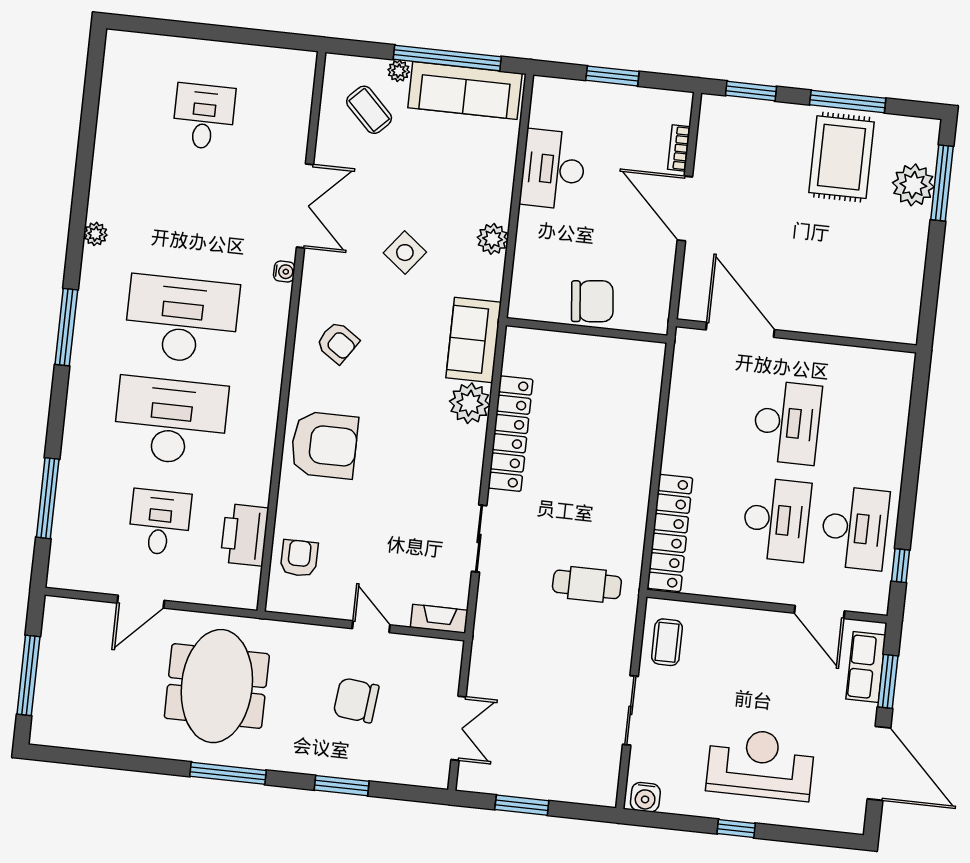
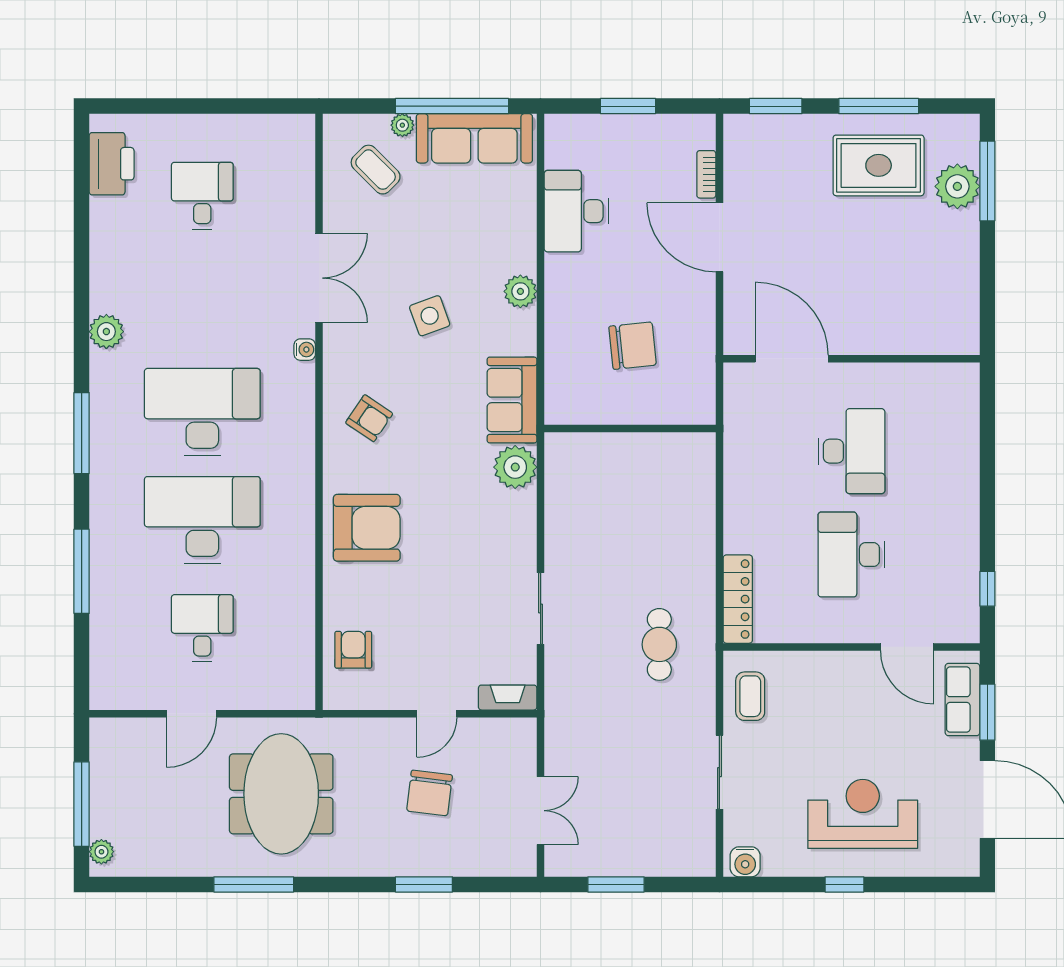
rug: (842, 157) -> (879, 165), turned 90
plant: (95, 234) -> (106, 332), width x1.38, depth x1.38
side table: (405, 253) -> (430, 316), turned 32
wall: (587, 330) -> (630, 429), moved
locker: (510, 434) -> (562, 494), removed
window: (48, 498) -> (82, 571), moved
desk: (776, 520) -> (851, 555), turned 180
desk: (855, 528) -> (935, 555), removed
locker: (670, 533) -> (738, 599), width x0.71, depth x0.83
printer: (244, 535) -> (112, 164), moved, turned 180
cafe table: (587, 584) -> (659, 644), turned 90
door: (371, 627) -> (437, 714), swing flipped
chair: (356, 700) -> (430, 793), turned -89
plant: (42, 722) -> (101, 852), added
window: (228, 773) -> (254, 884), moved

